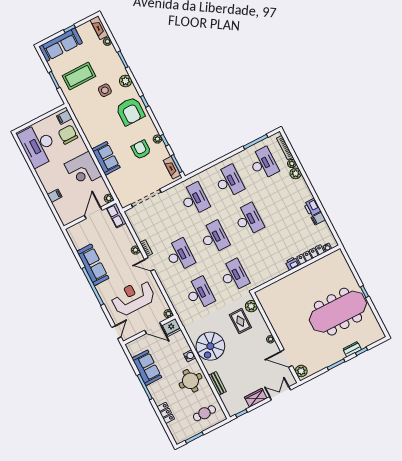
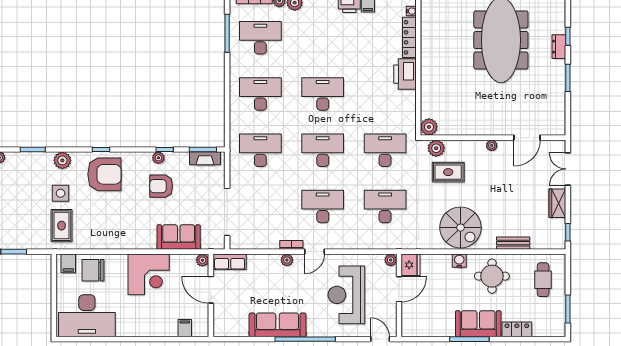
coffee table: (79, 76) -> (25, 217), removed
rug: (85, 101) -> (62, 226), added
sofa: (106, 158) -> (179, 237), moved
filing cabinet: (55, 196) -> (185, 328), moved
printer: (292, 264) -> (405, 74), width x1.87, depth x1.48
sofa: (147, 368) -> (478, 324), moved
plant: (301, 371) -> (429, 127), moved

